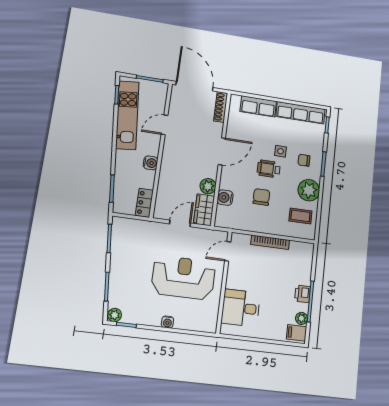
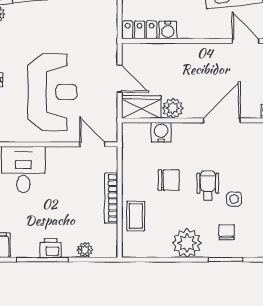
door: (222, 151) -> (222, 120), swing flipped
water cooler: (150, 163) -> (168, 30), moved
coffee table: (300, 216) -> (136, 216), moved
plant: (301, 318) -> (85, 250), moved

